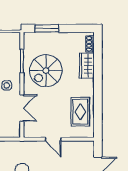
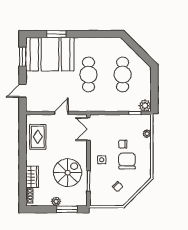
plant: (59, 37) -> (56, 201), added
double door: (22, 108) -> (88, 129), moved
door: (53, 139) -> (61, 113), hinge flipped

